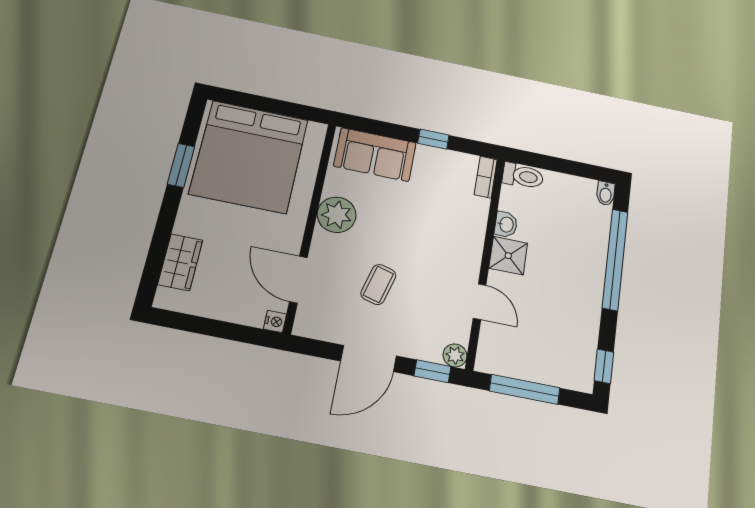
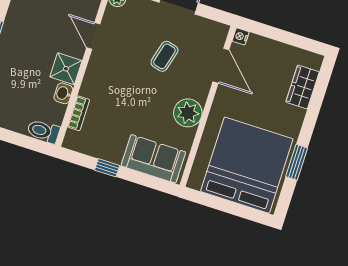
bookcase: (486, 177) -> (78, 113), moved

